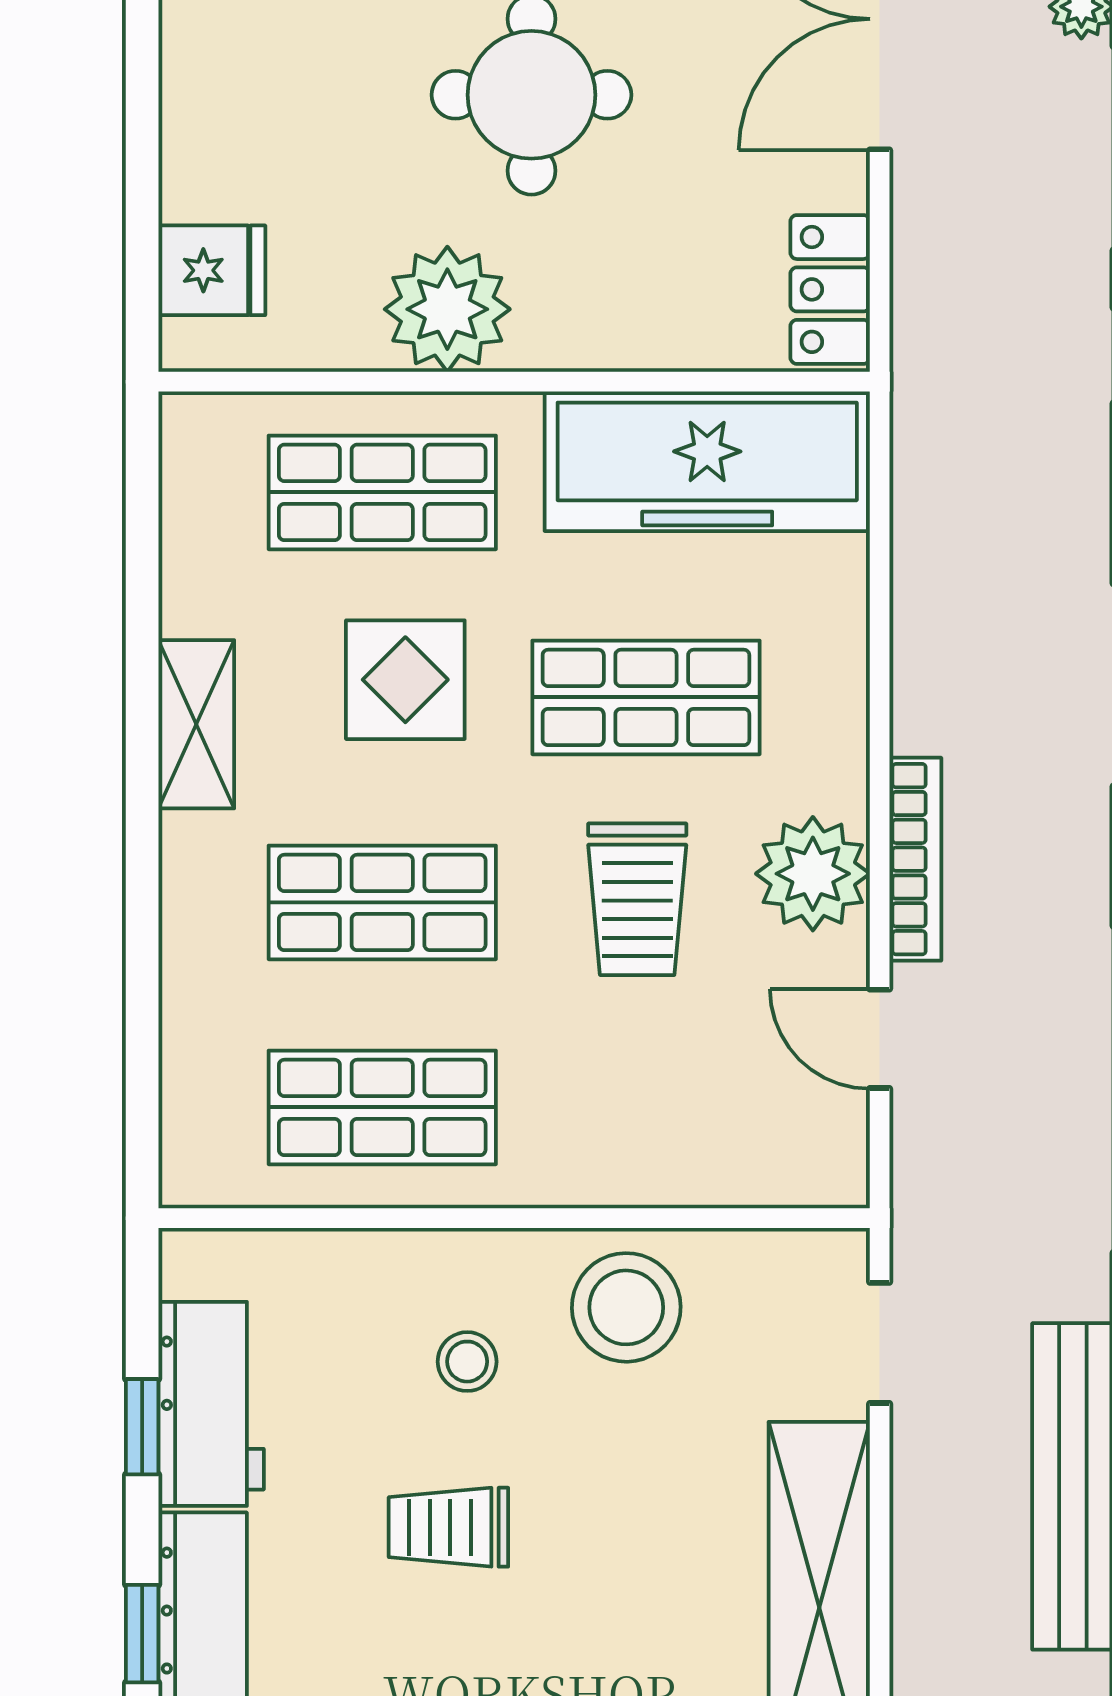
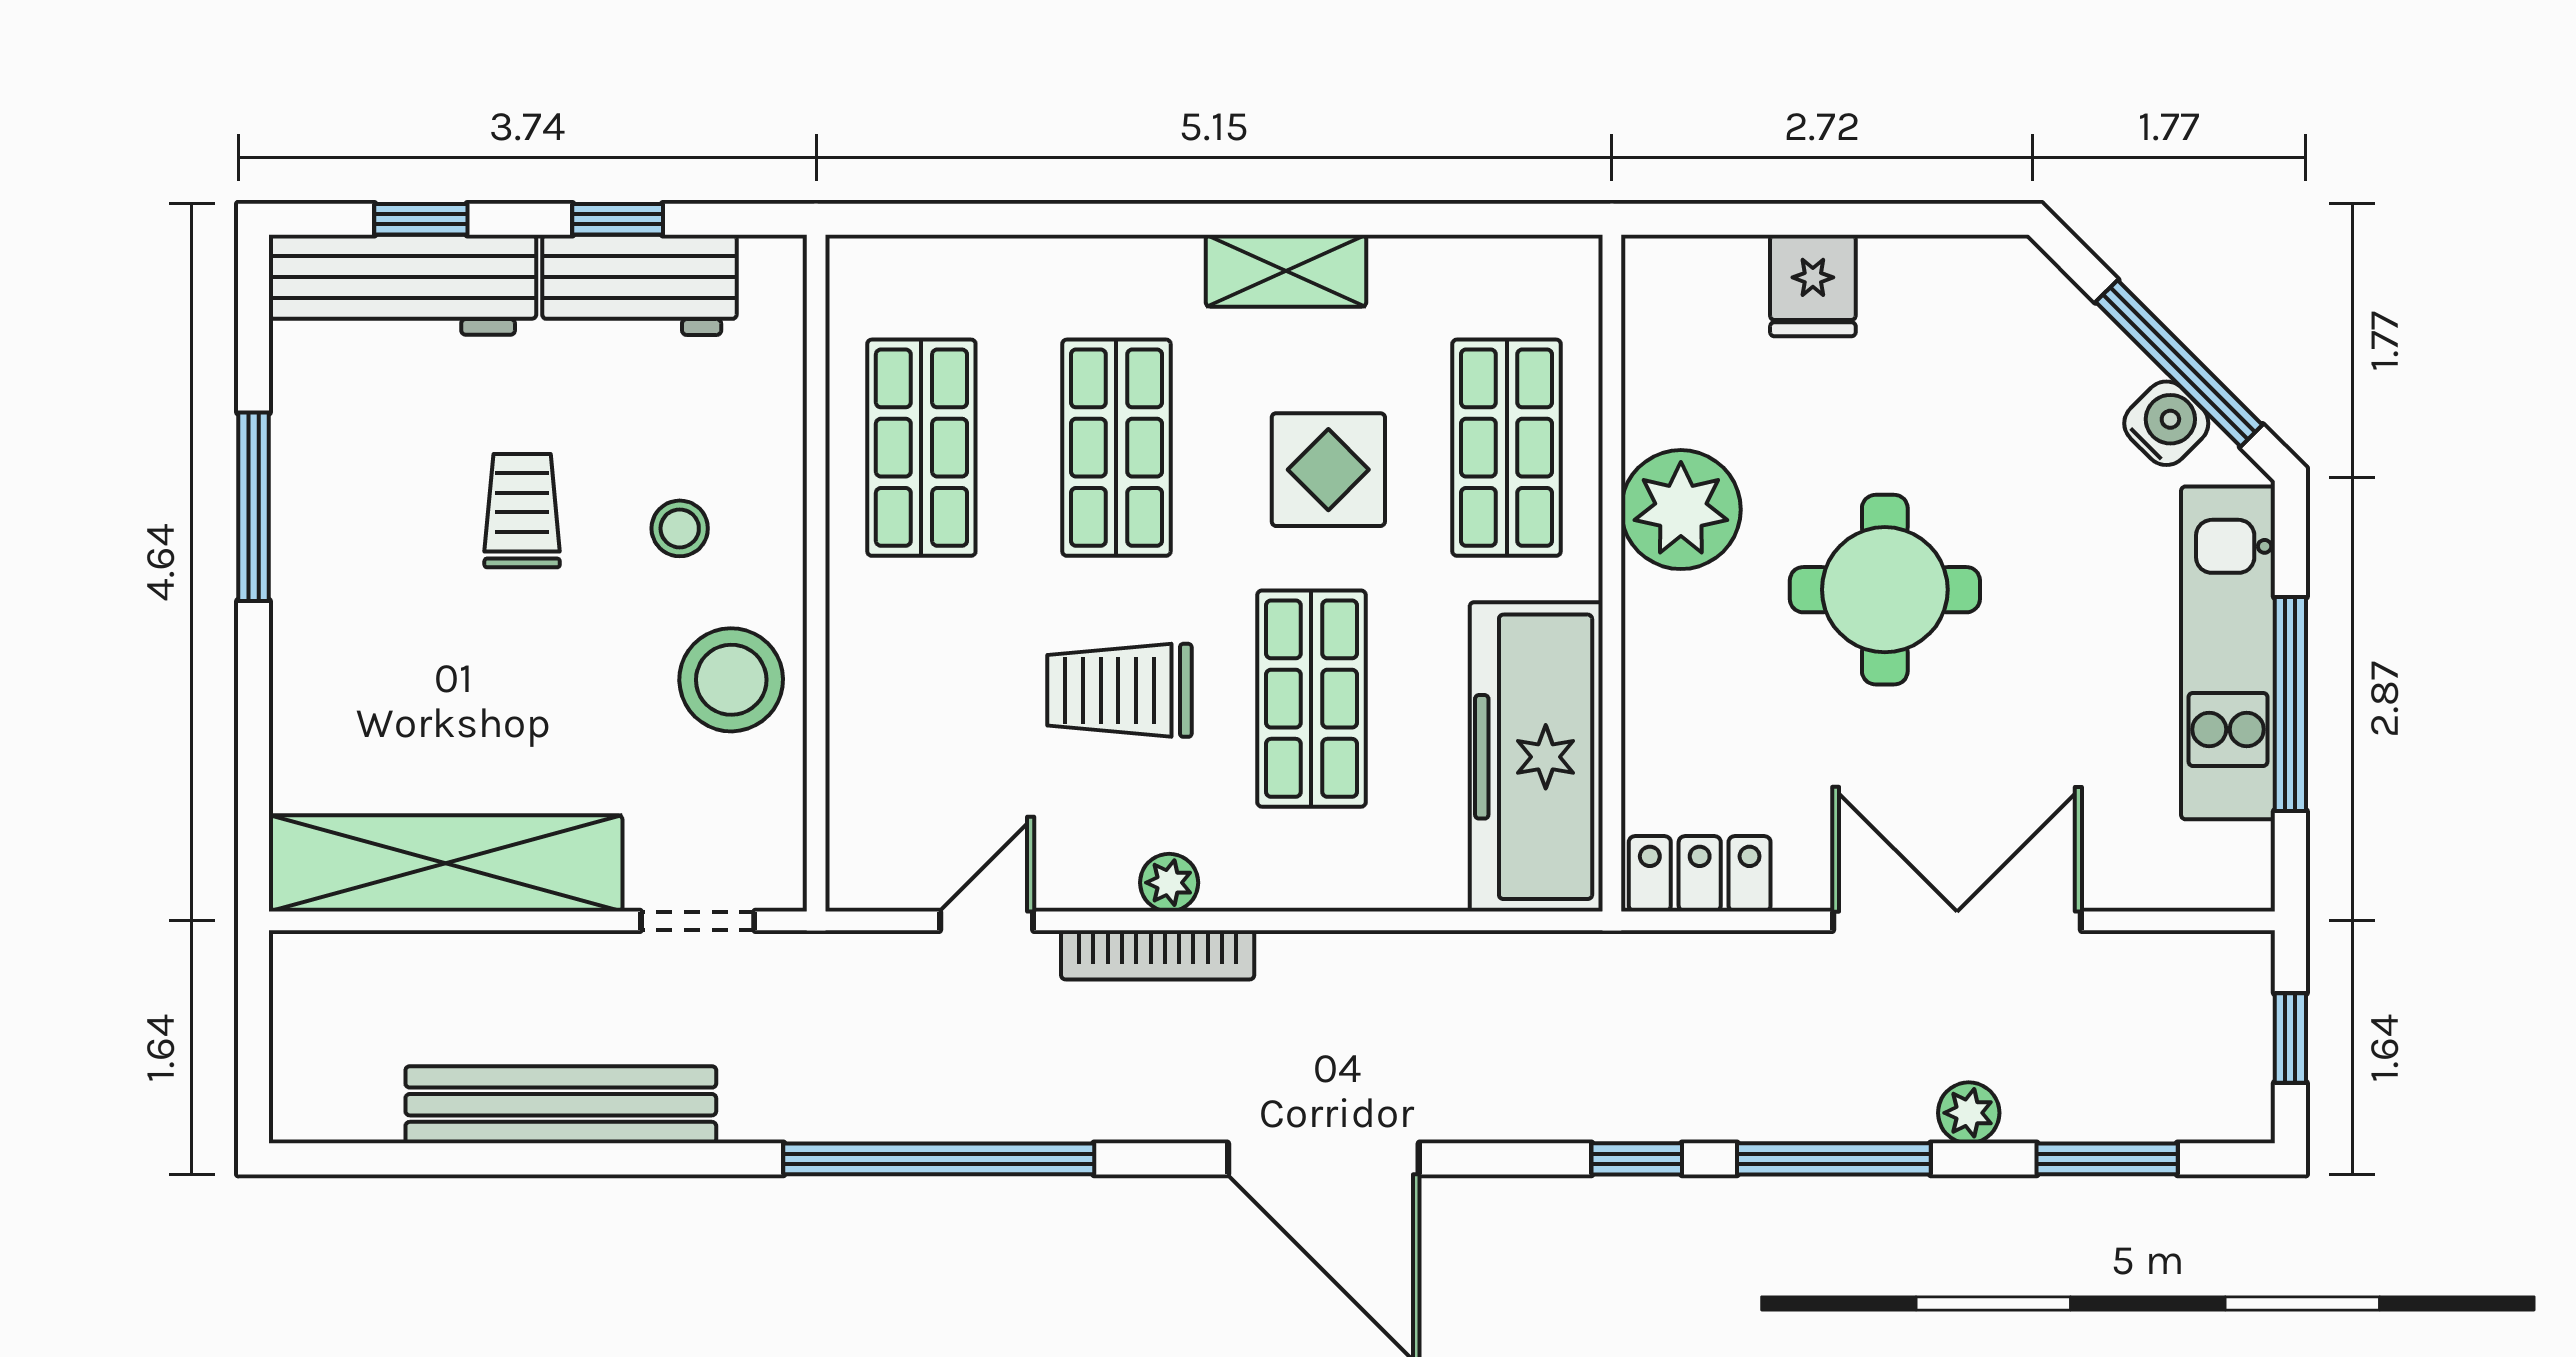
fridge: (212, 270) -> (1813, 286), moved
plant: (813, 874) -> (1169, 883), width x0.53, depth x0.53

